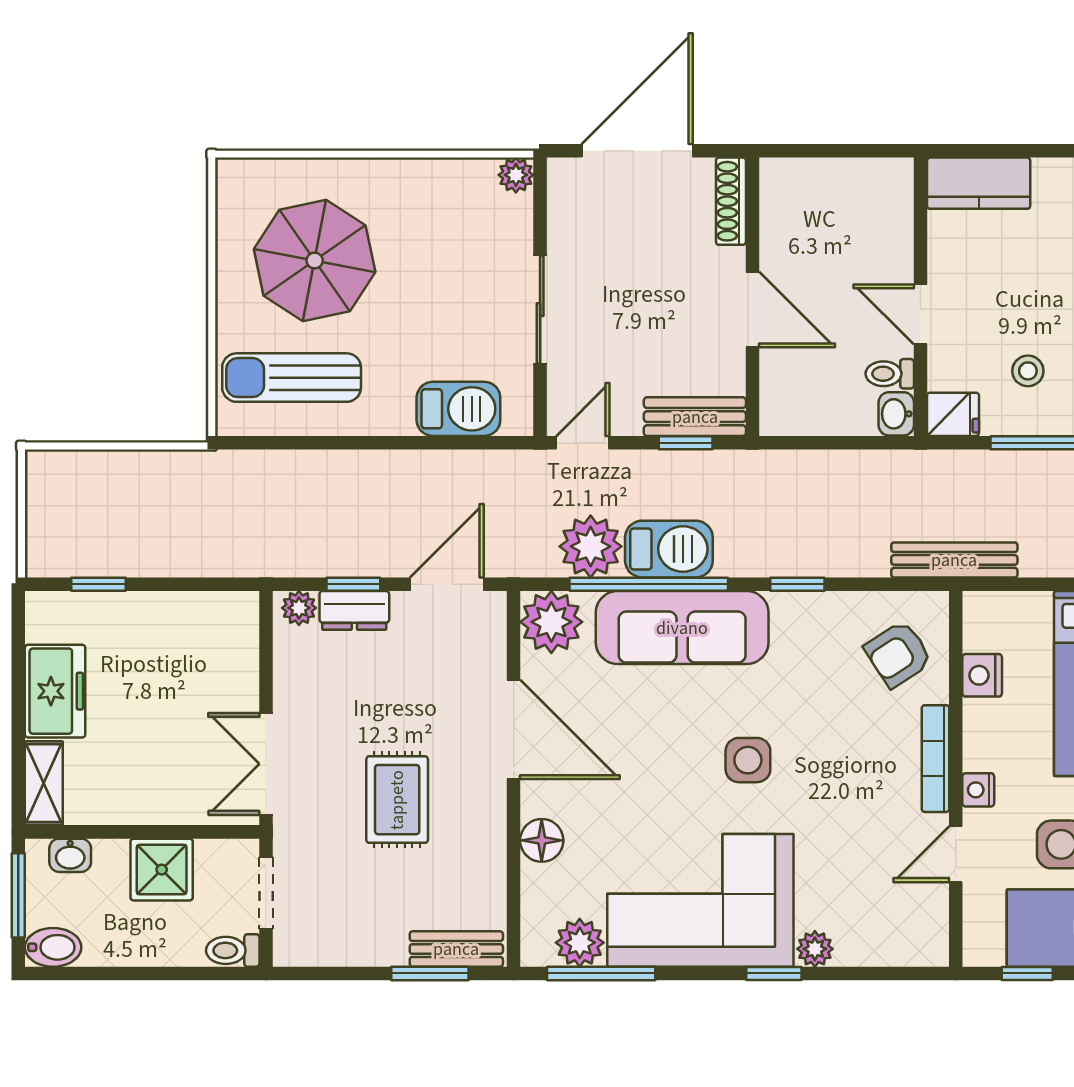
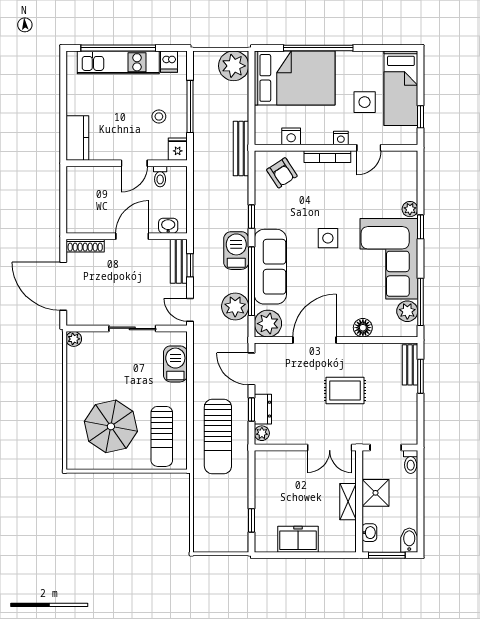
washbasin: (896, 414) -> (168, 226), moved, turned 180
sun lounger: (291, 507) -> (218, 437), added
barbecue: (669, 549) -> (236, 251), moved
shelving: (44, 783) -> (348, 502), moved, turned 90
door: (956, 854) -> (369, 148), hinge flipped

